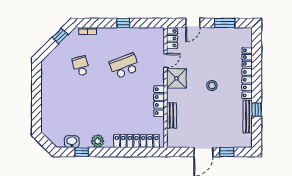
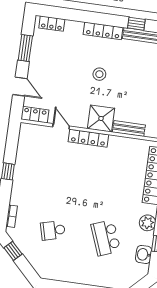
locker: (247, 57) -> (52, 24), moved
school desk: (124, 66) -> (106, 238), moved
shower: (176, 78) -> (101, 118), moved
locker: (159, 101) -> (88, 138), moved

